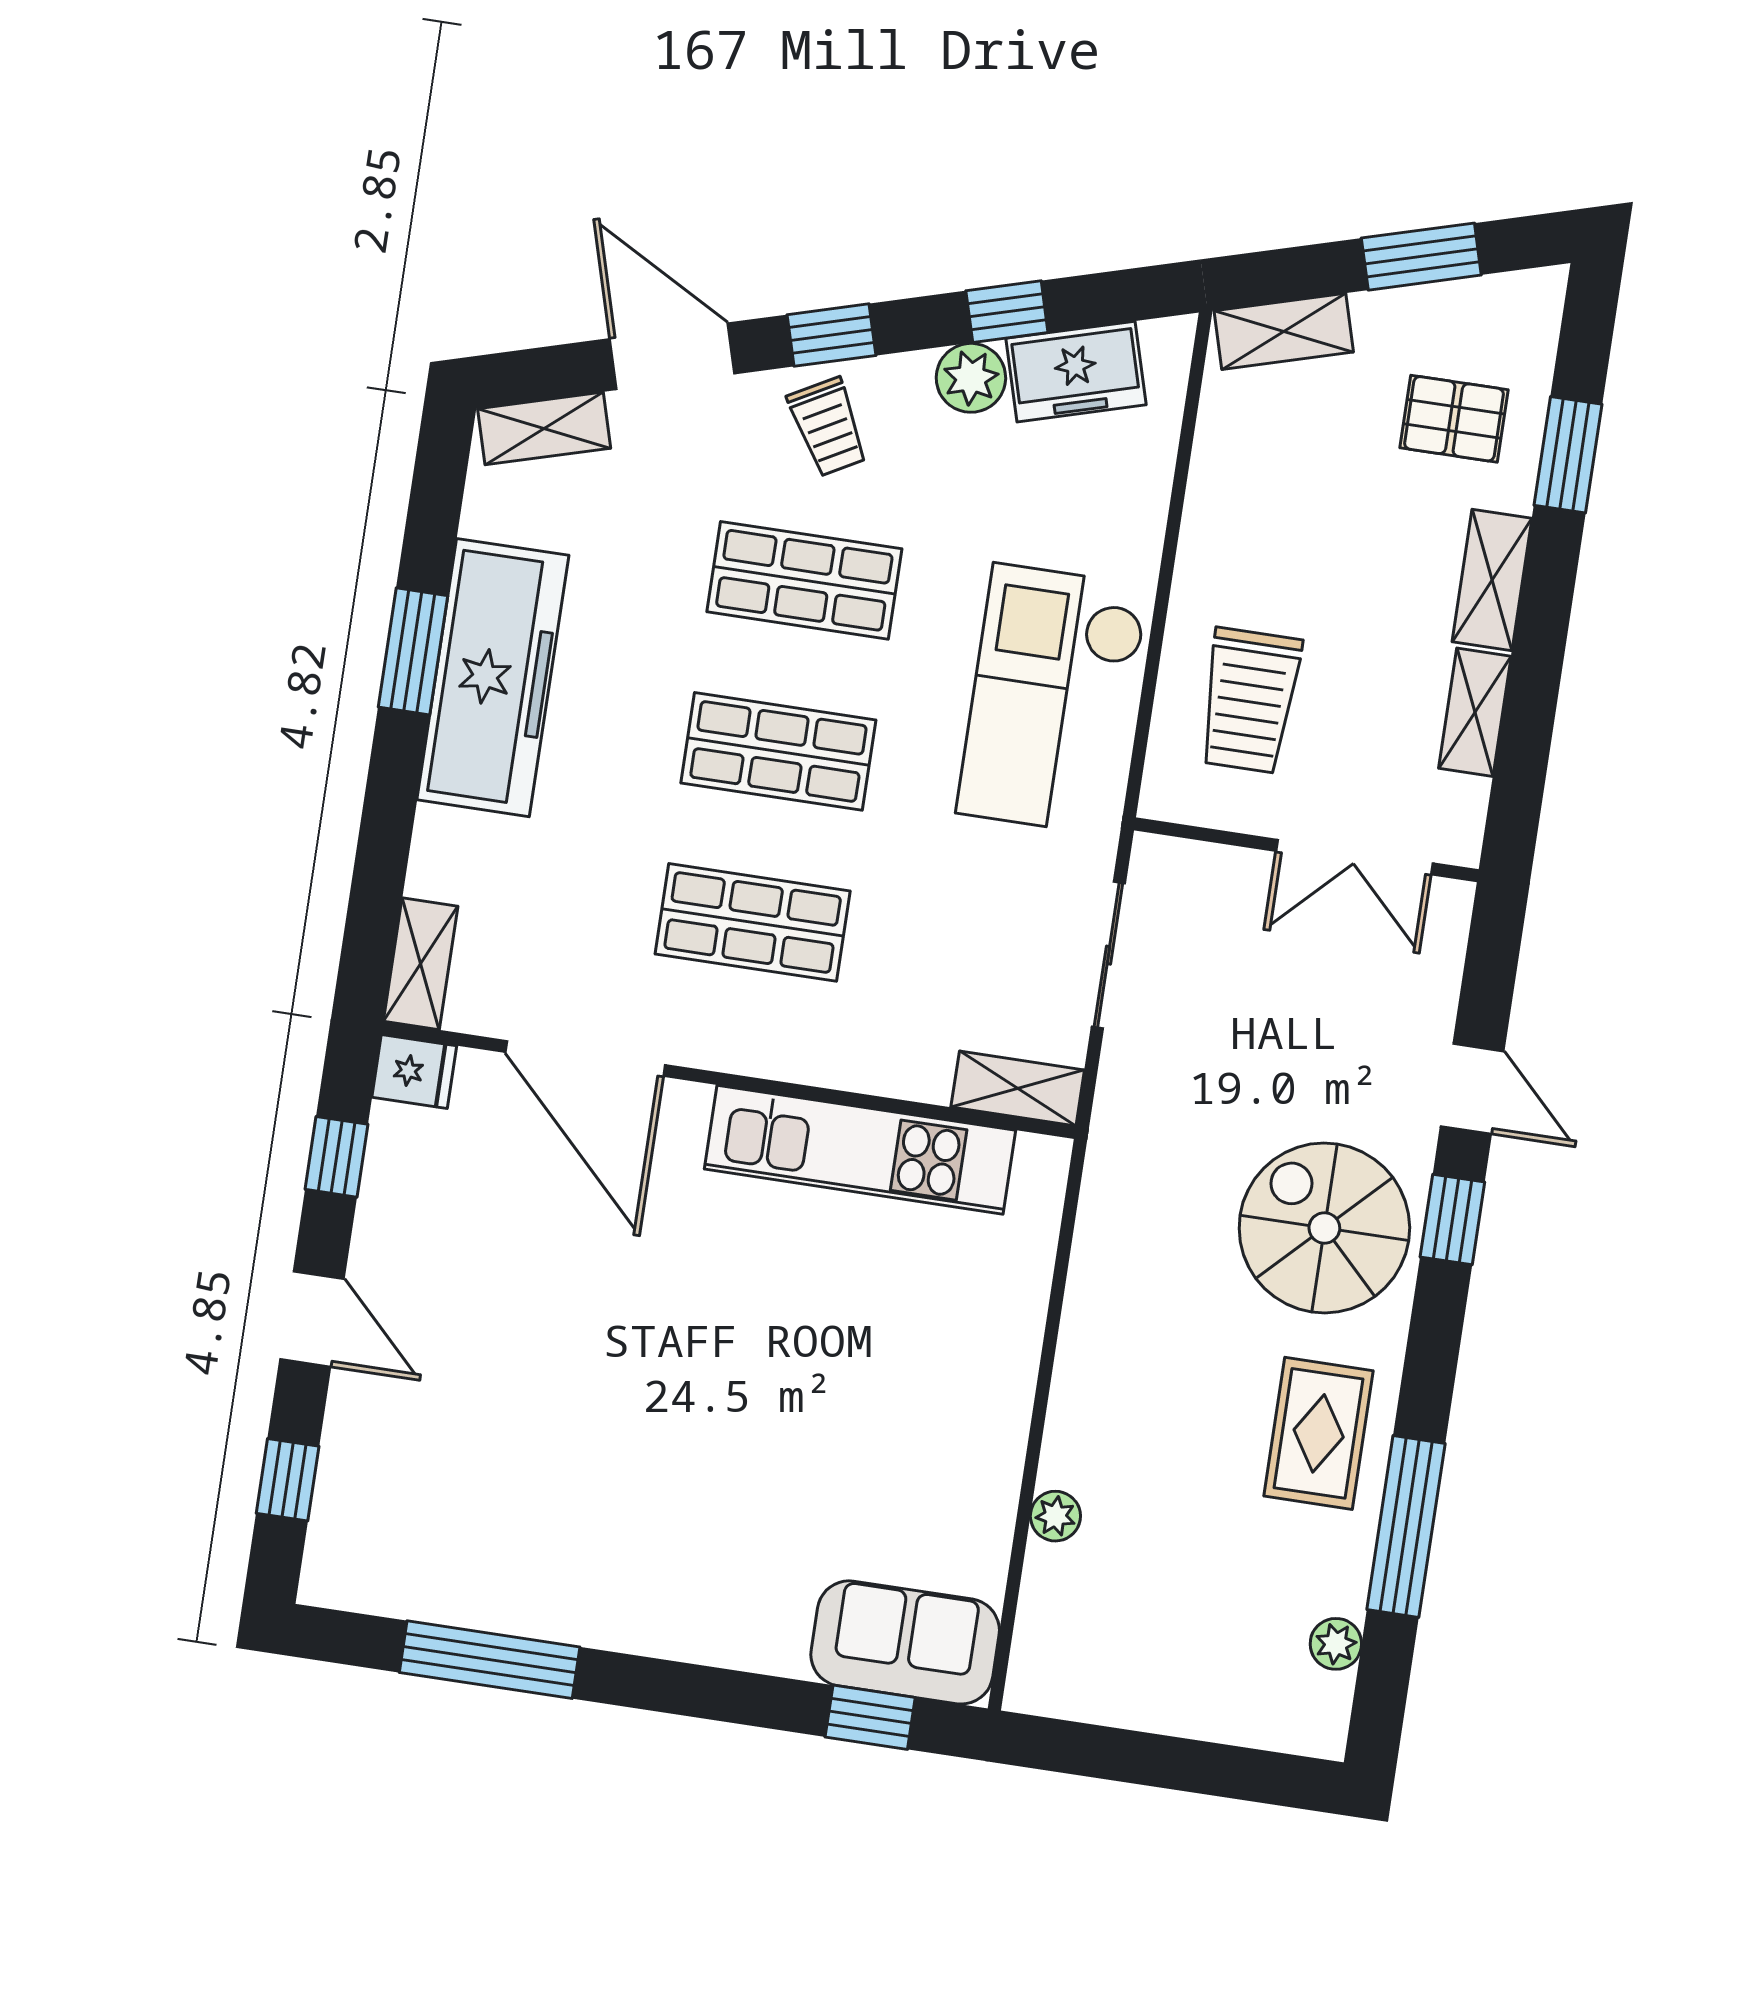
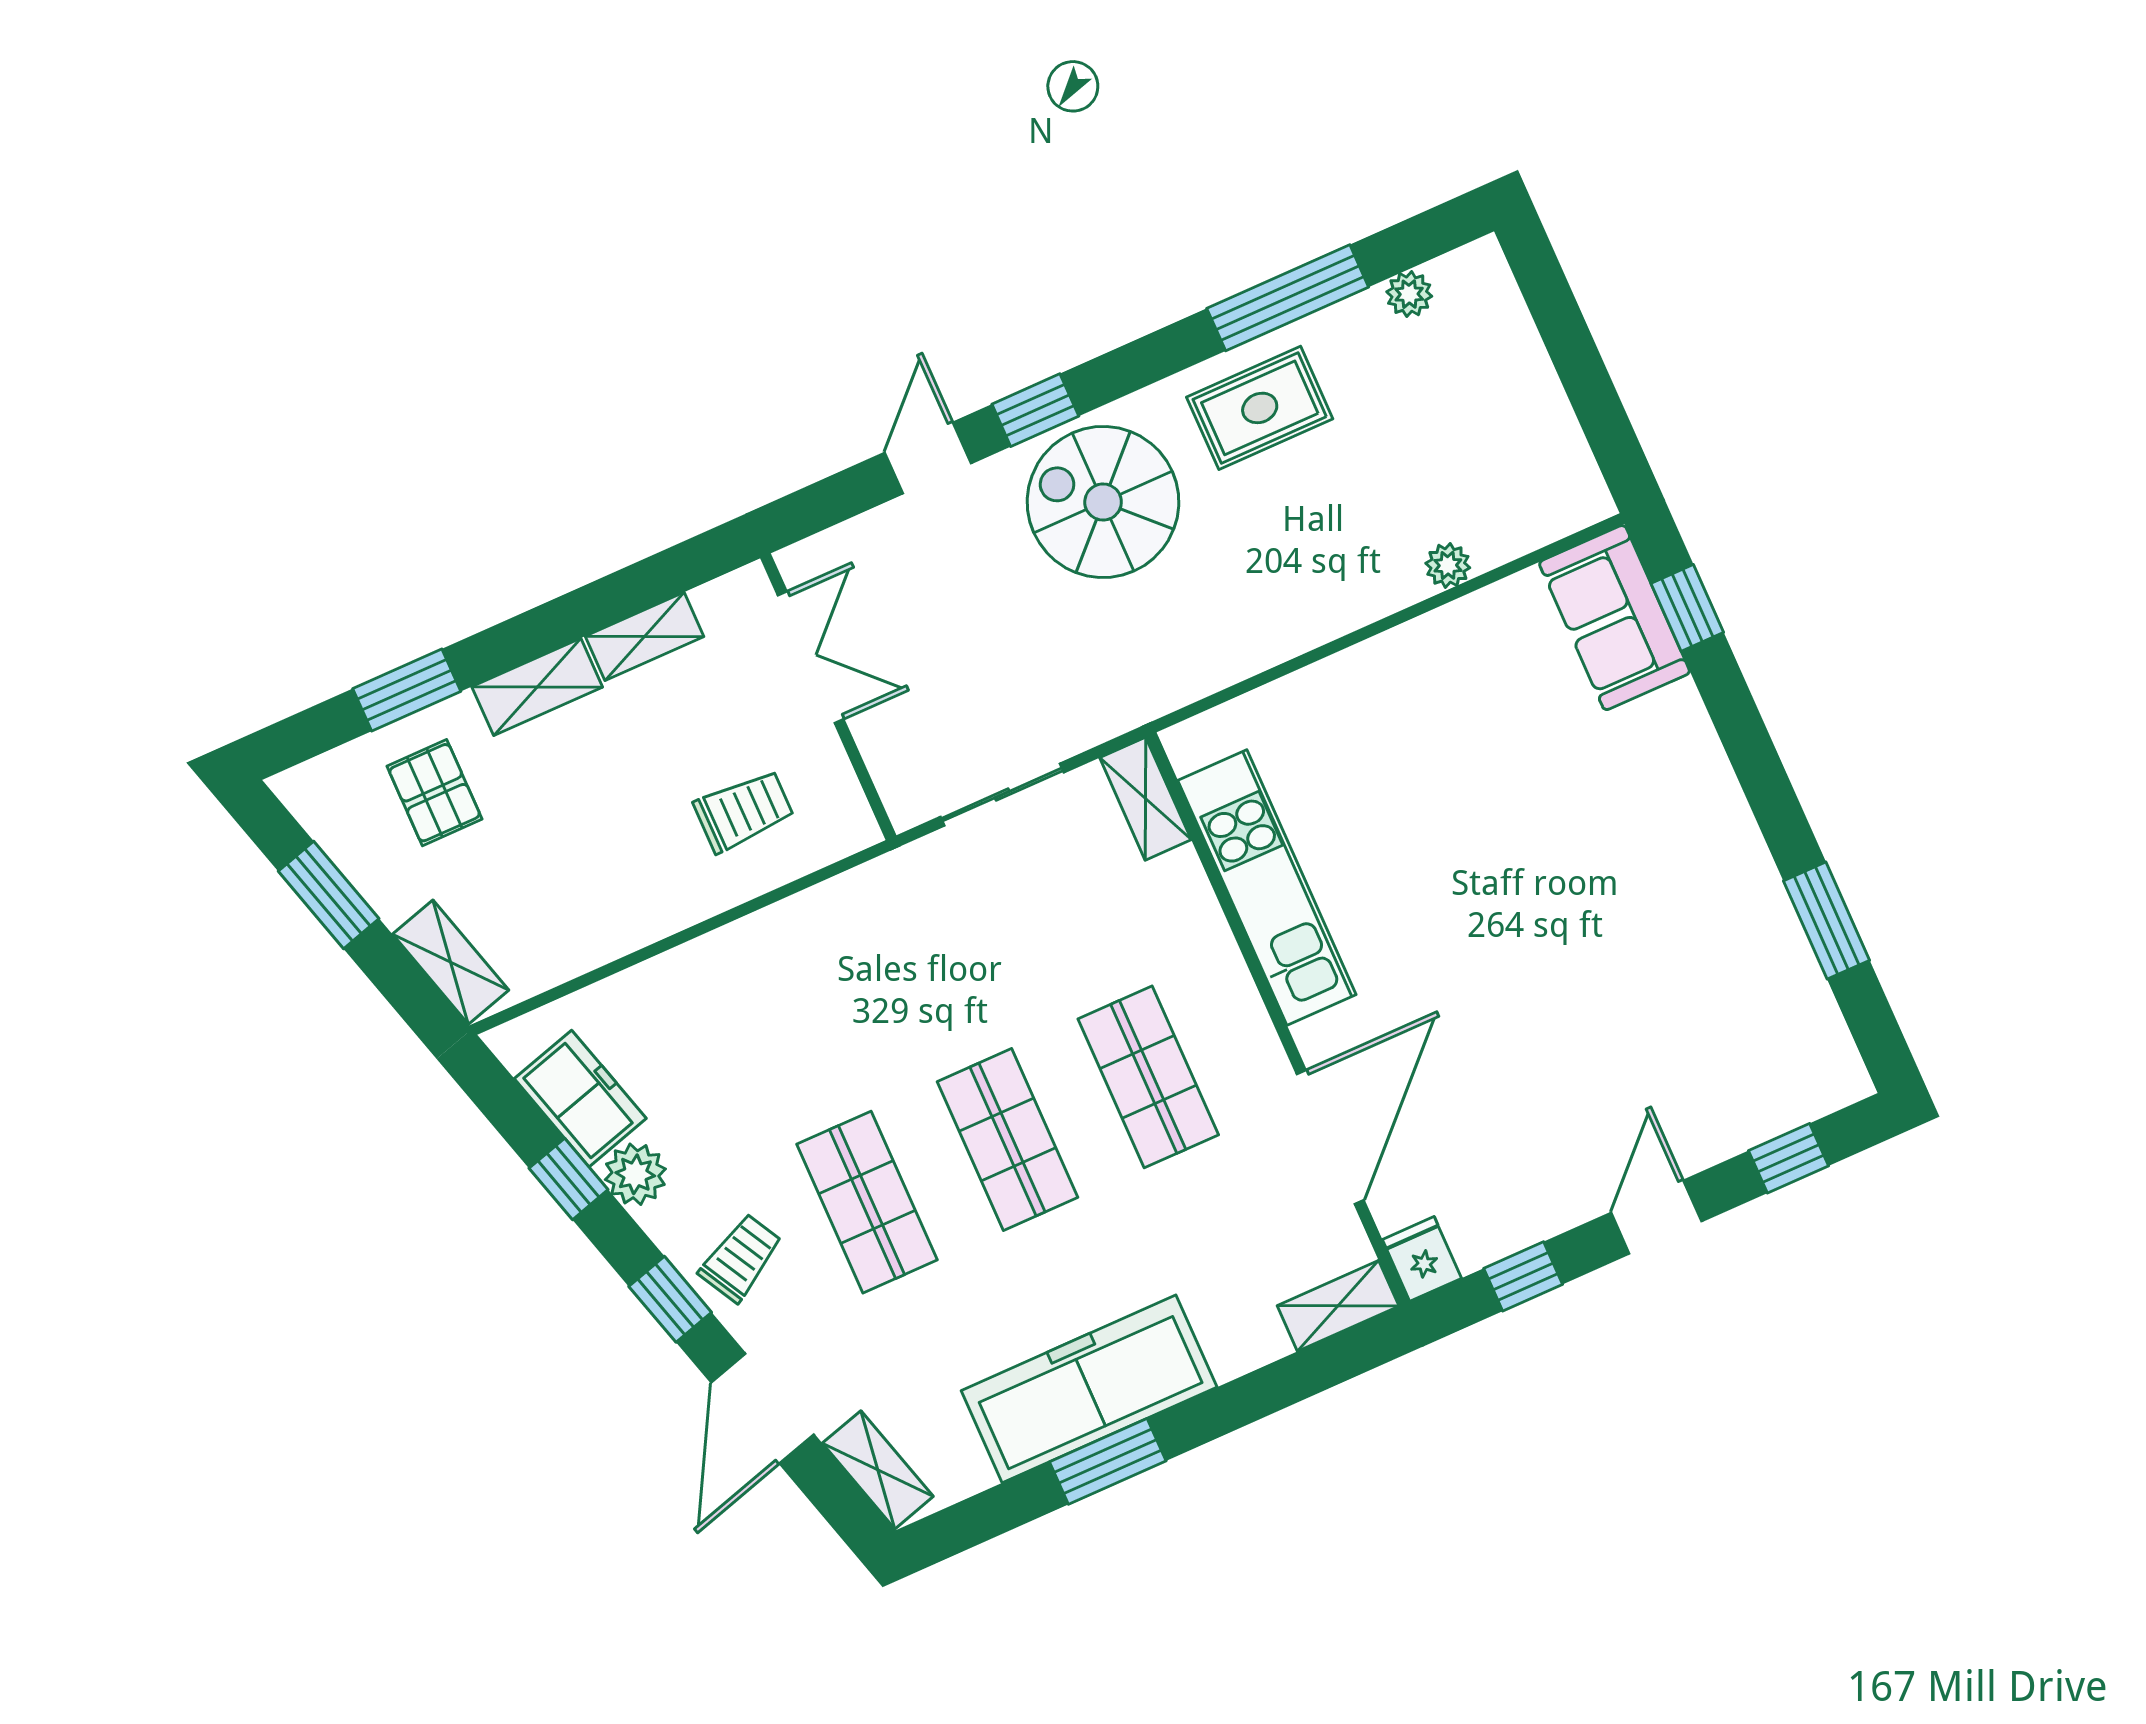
checkout: (1053, 699) -> (837, 959), removed
trolley: (1250, 701) -> (744, 811), width x0.73, depth x0.72
spiral stairs: (1324, 1228) -> (1103, 502), turned 90
window: (490, 1660) -> (1827, 921), width x0.69

